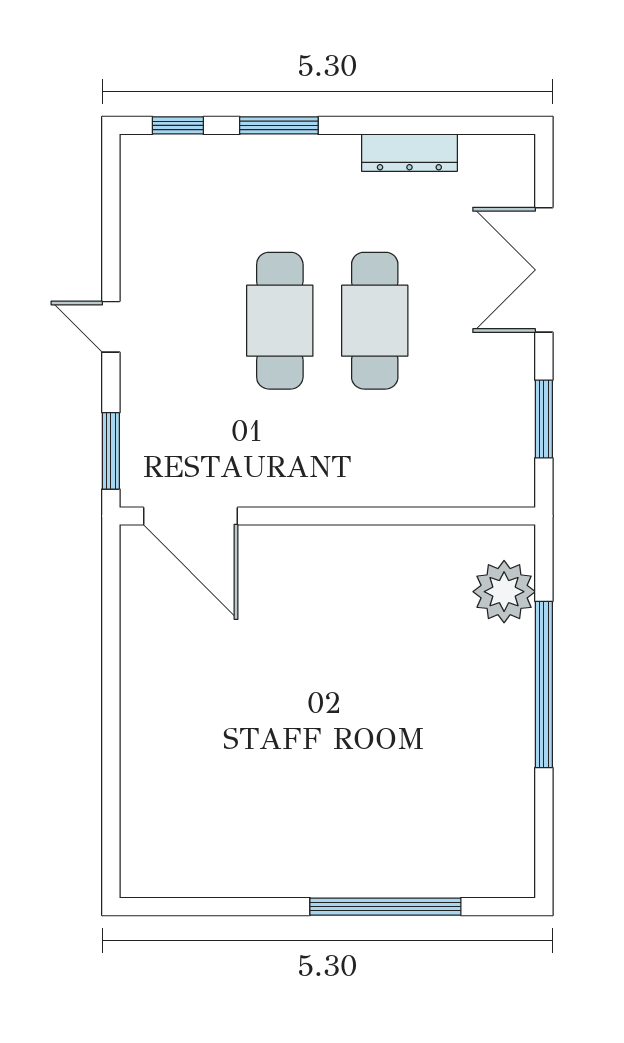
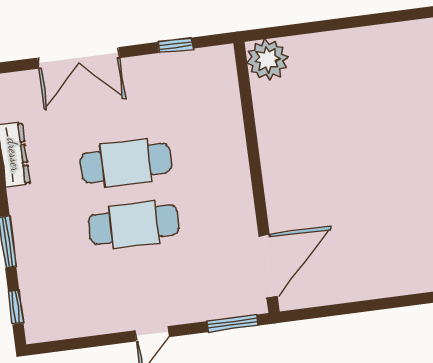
window: (544, 419) -> (175, 45), width x0.67
plant: (504, 592) -> (267, 59), moved
window: (544, 685) -> (348, 23), removed

